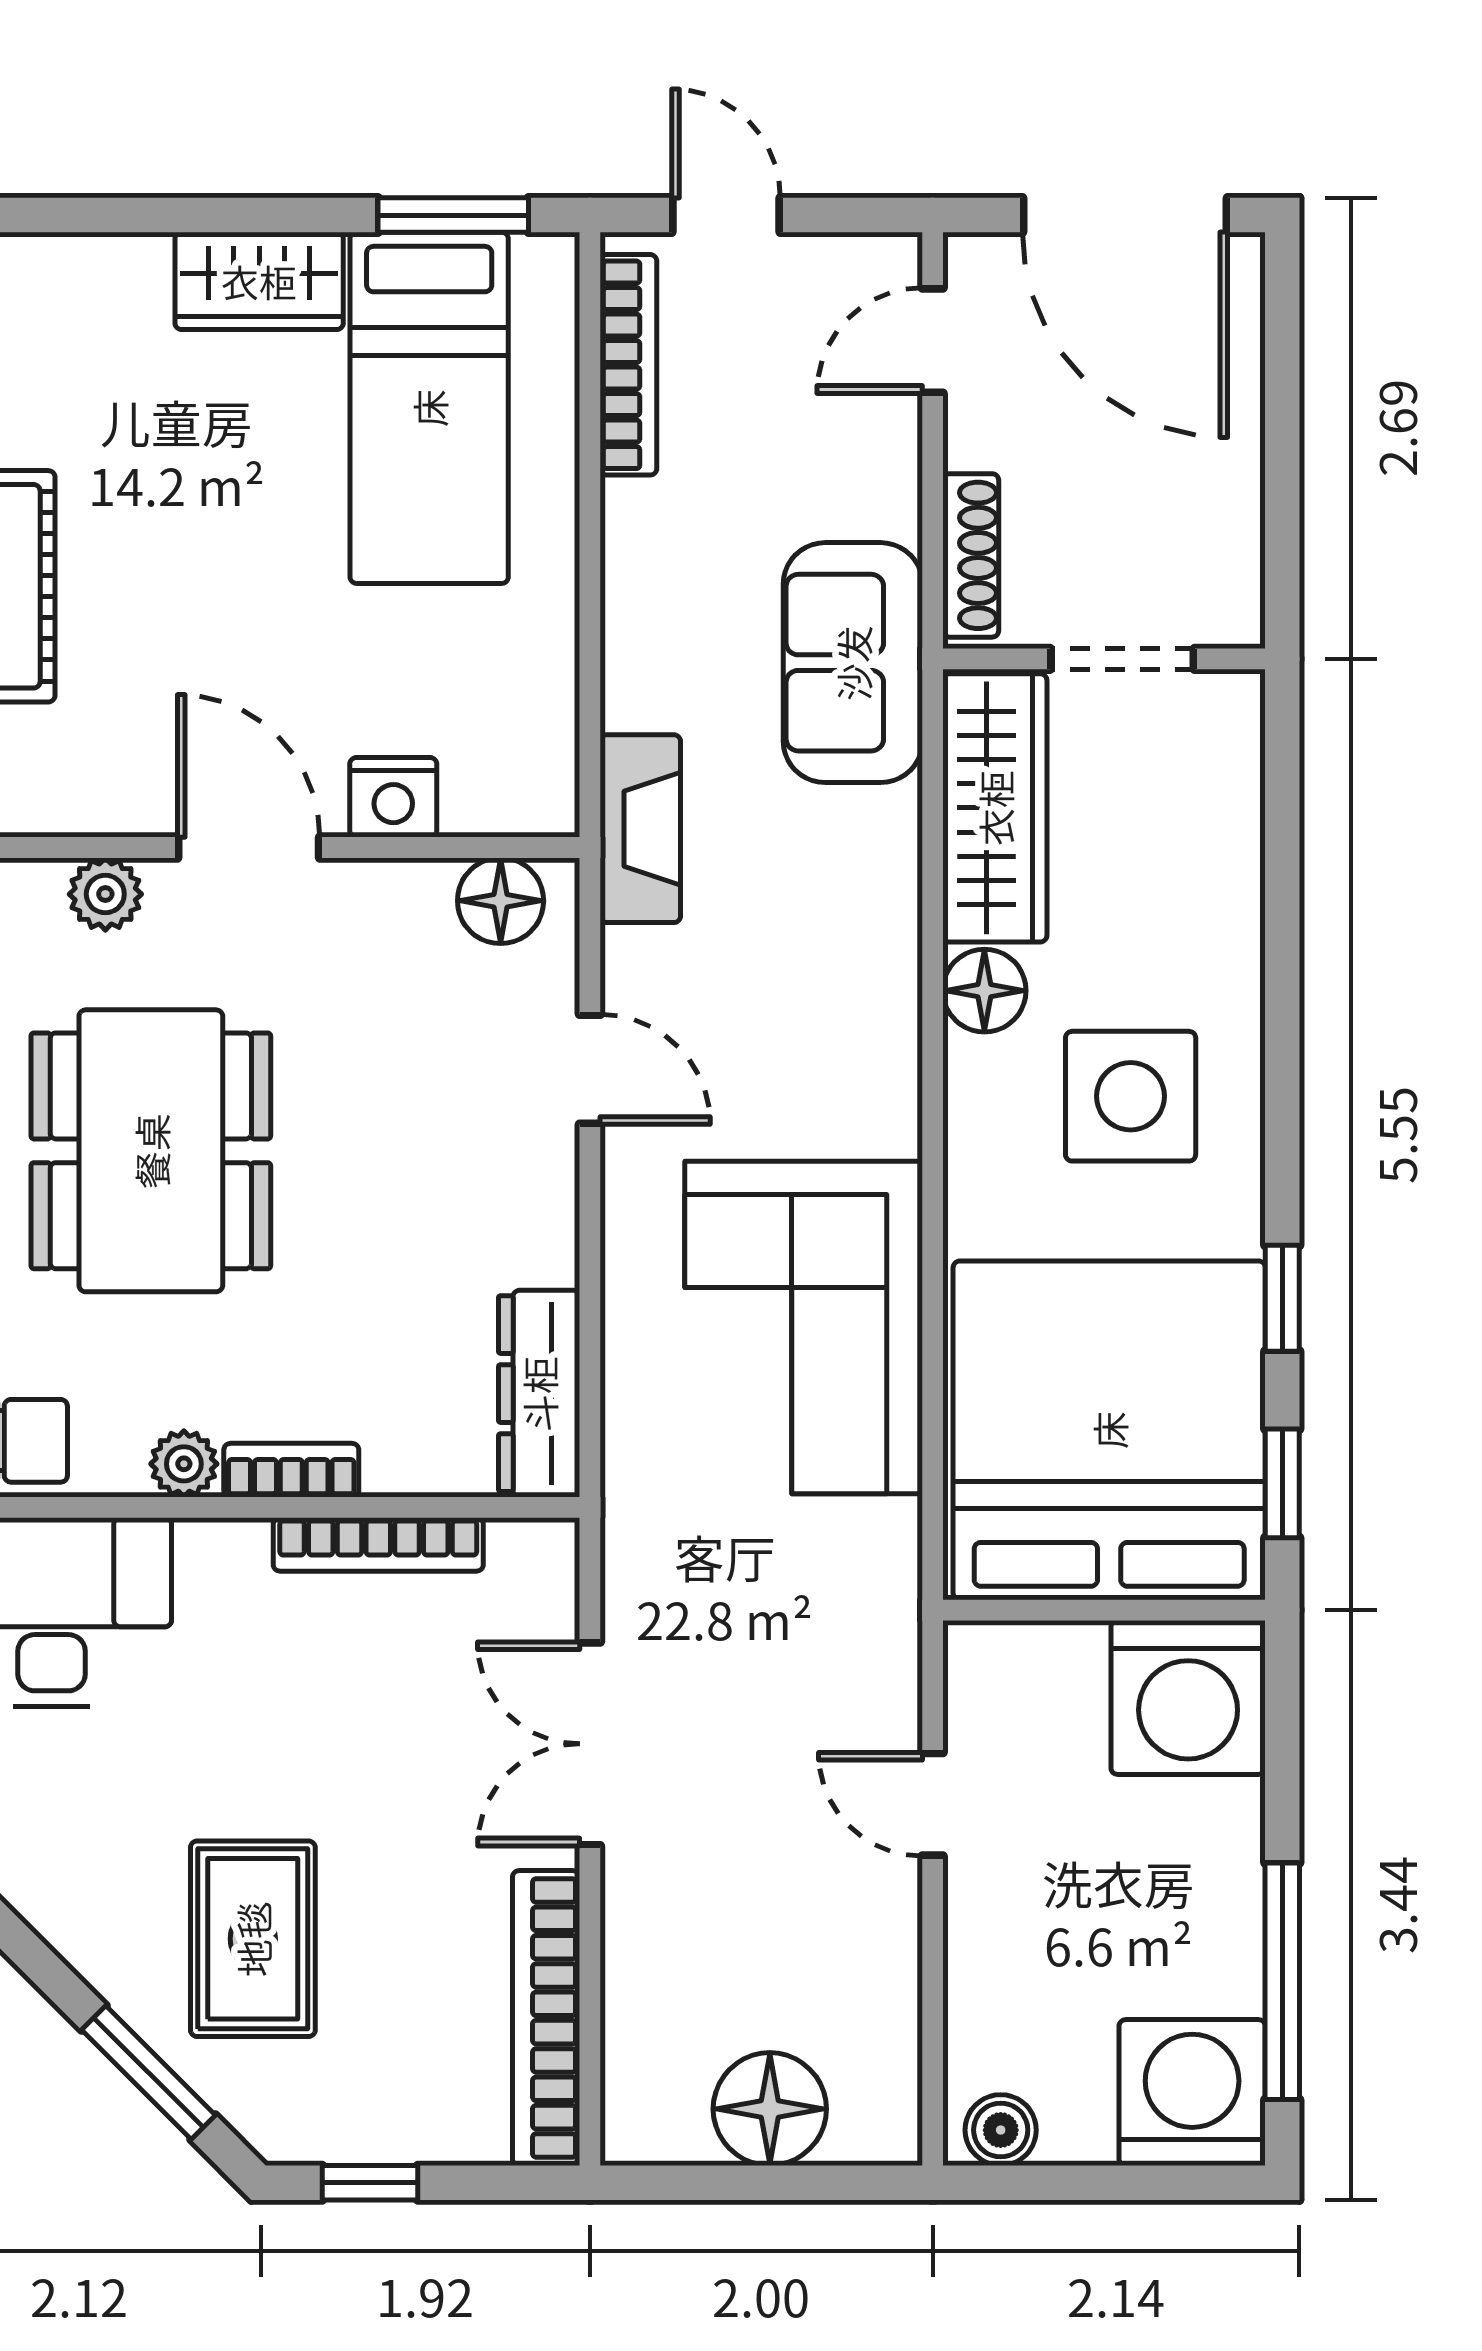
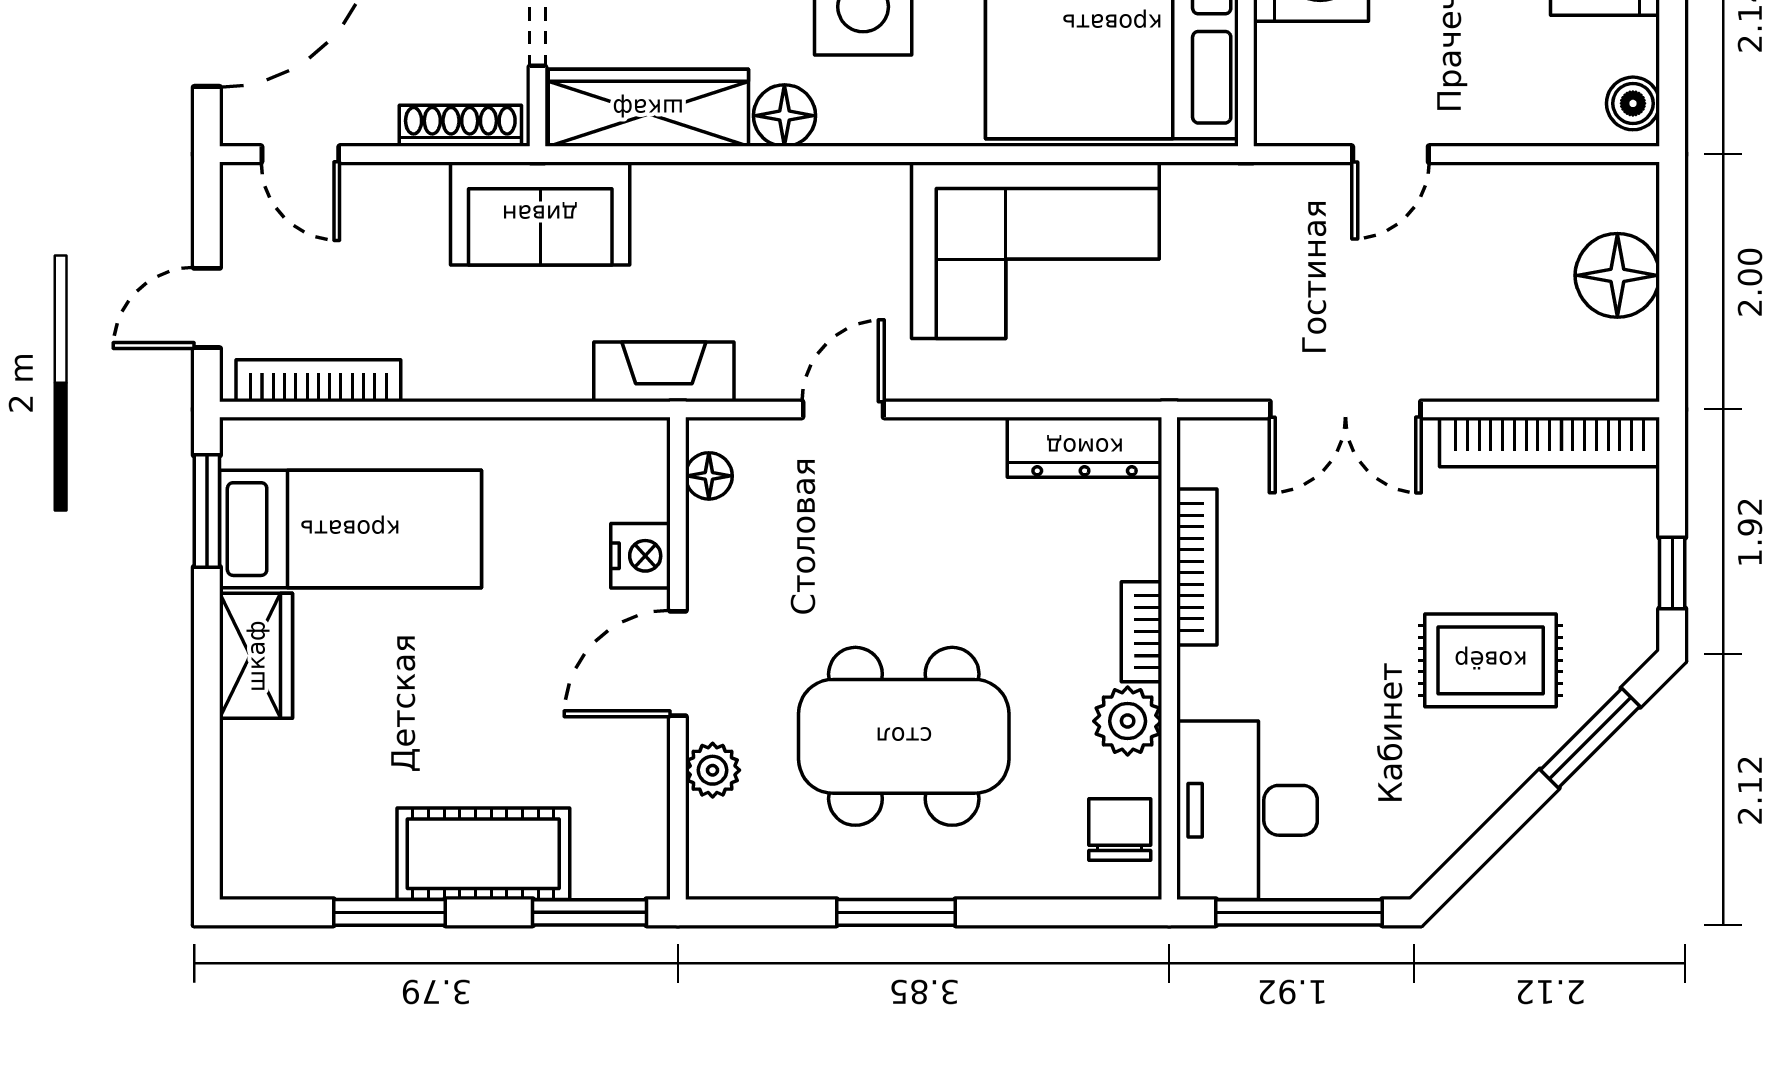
floor lamp: (501, 901) -> (709, 476), width x0.73, depth x0.73
plant: (184, 1464) -> (1128, 721), width x1.38, depth x1.38

